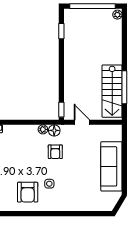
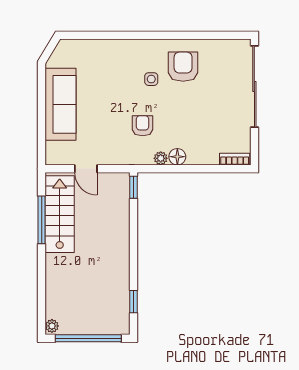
door: (82, 122) -> (86, 169), moved
floor lamp: (54, 130) -> (177, 157), moved

